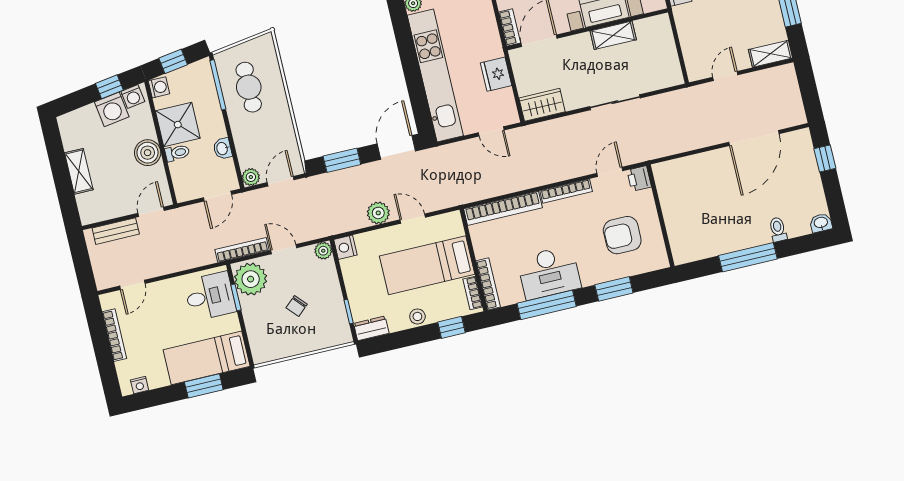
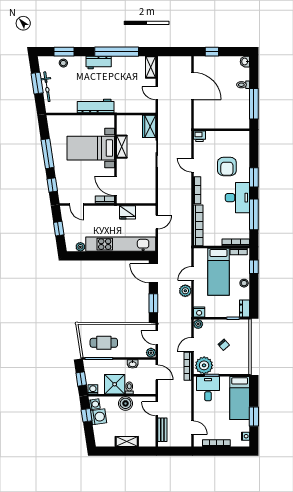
wardrobe: (542, 105) -> (149, 126), moved
printer: (639, 179) -> (200, 136), moved
wall: (660, 216) -> (221, 130), moved
desk: (549, 273) -> (237, 198), moved
window: (204, 386) -> (254, 416), moved

